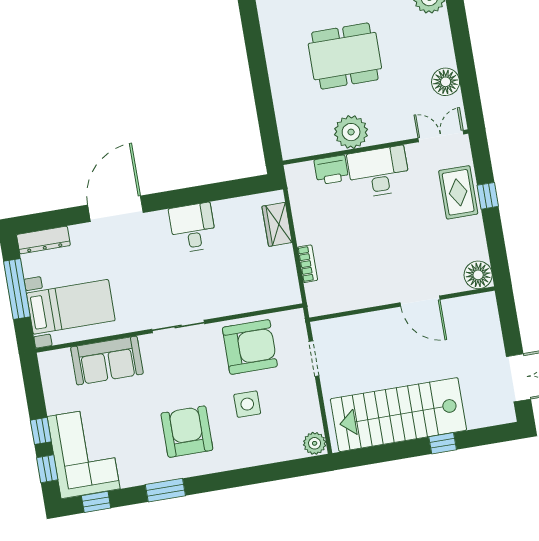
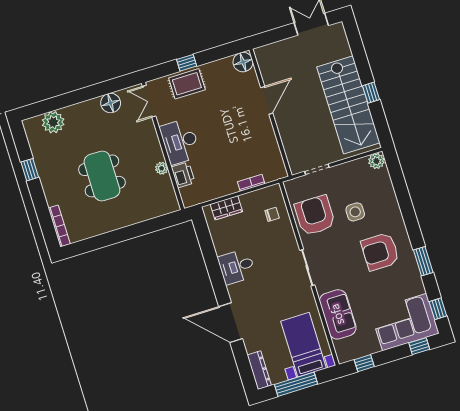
plant: (351, 132) -> (162, 168), width x0.53, depth x0.53
chair: (259, 287) -> (272, 214), added
window: (41, 431) -> (364, 363), moved
window: (443, 443) -> (371, 93), moved

